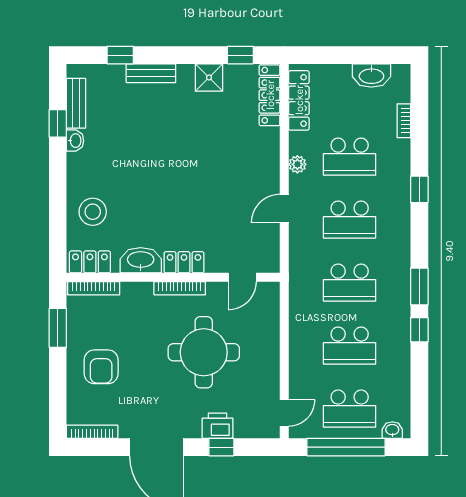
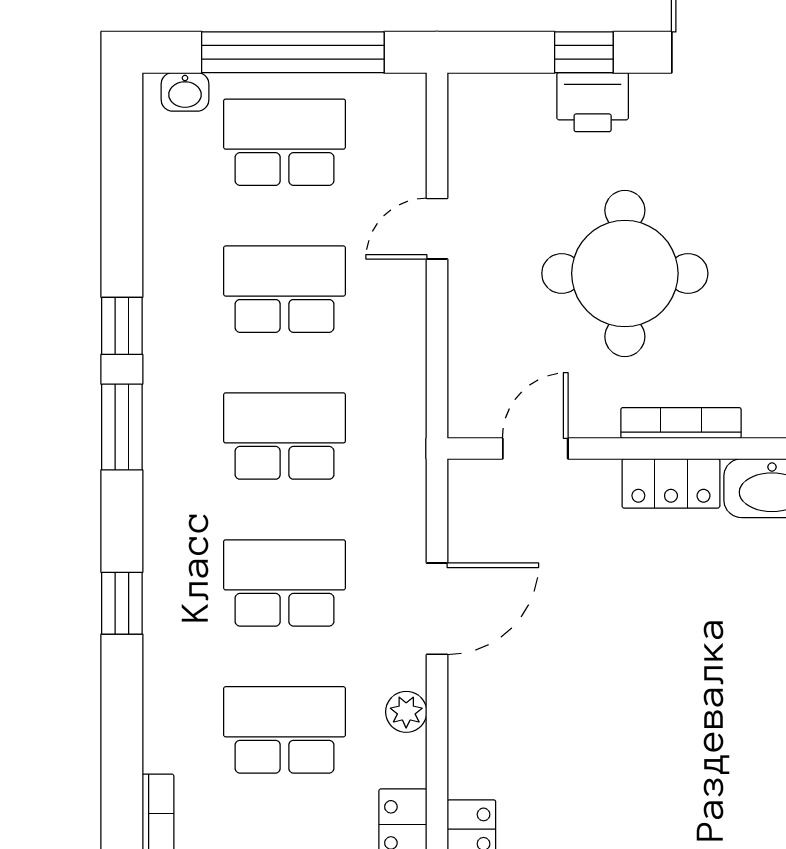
window: (419, 189) -> (122, 603), moved
door: (284, 209) -> (437, 609), width x1.38
door: (284, 413) -> (437, 229), moved

